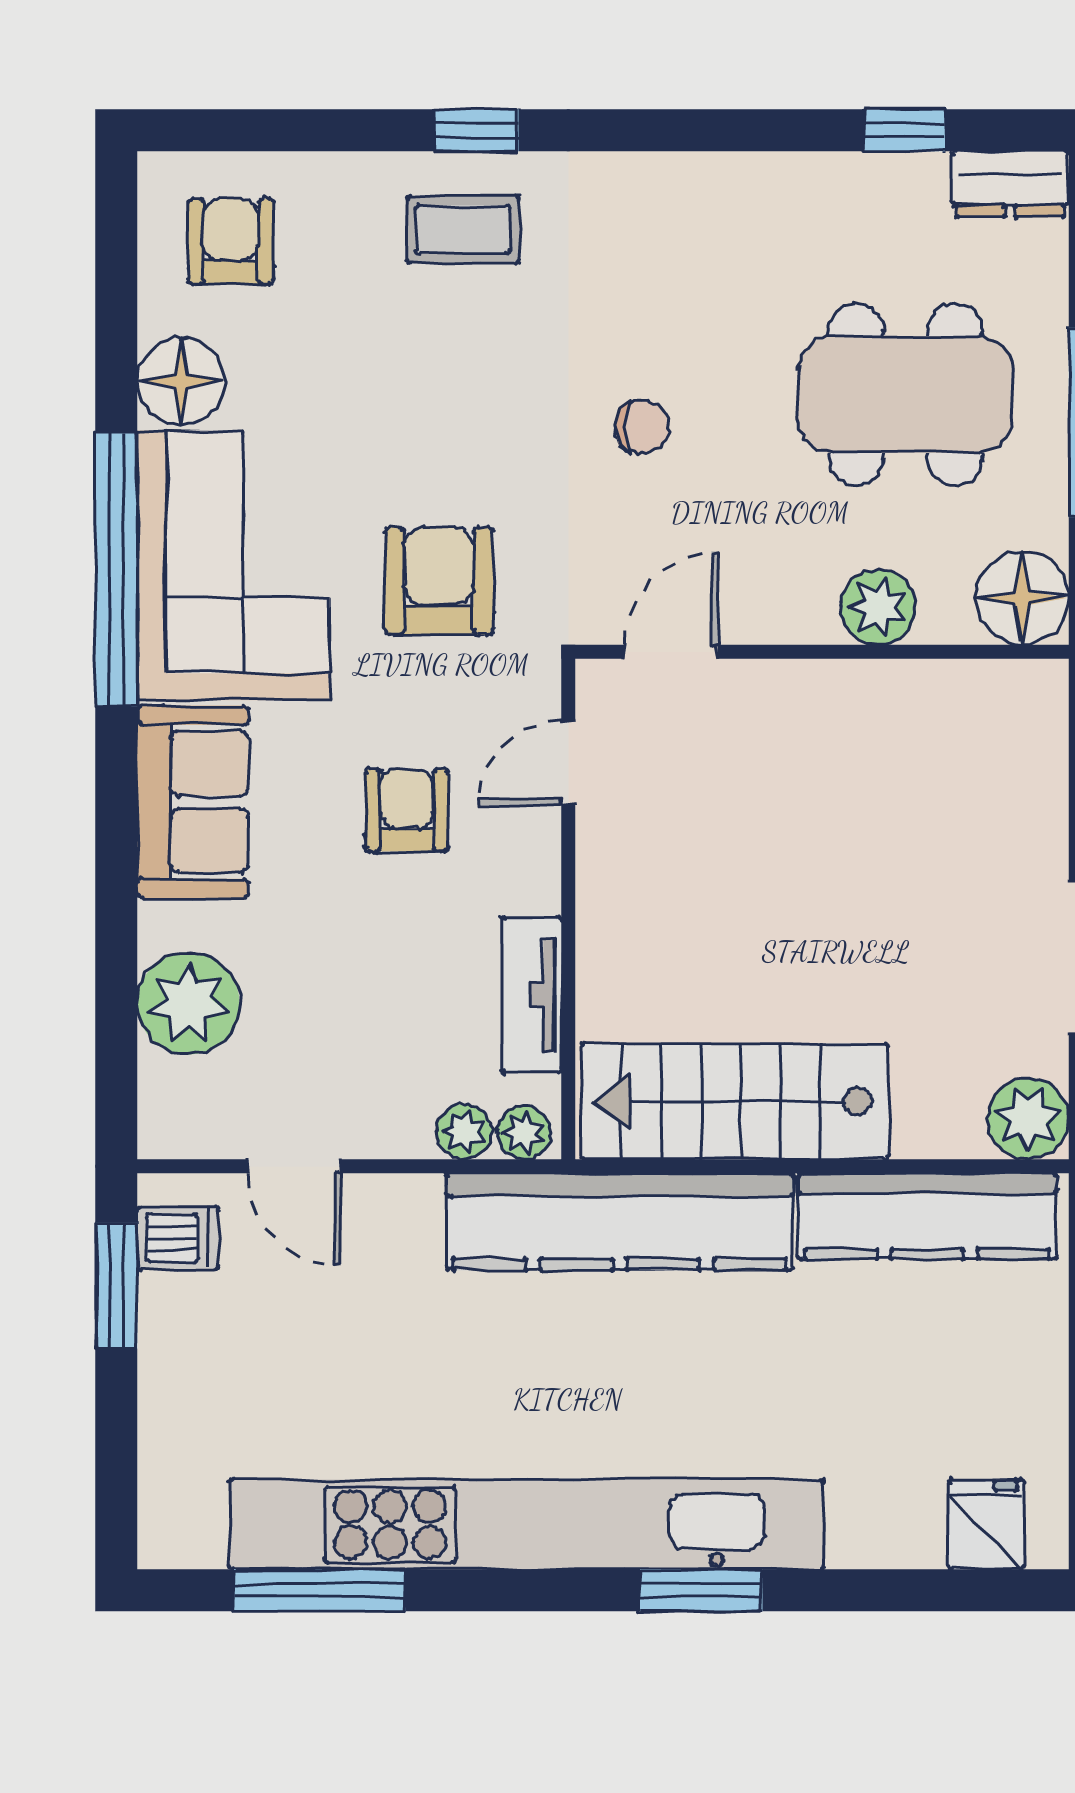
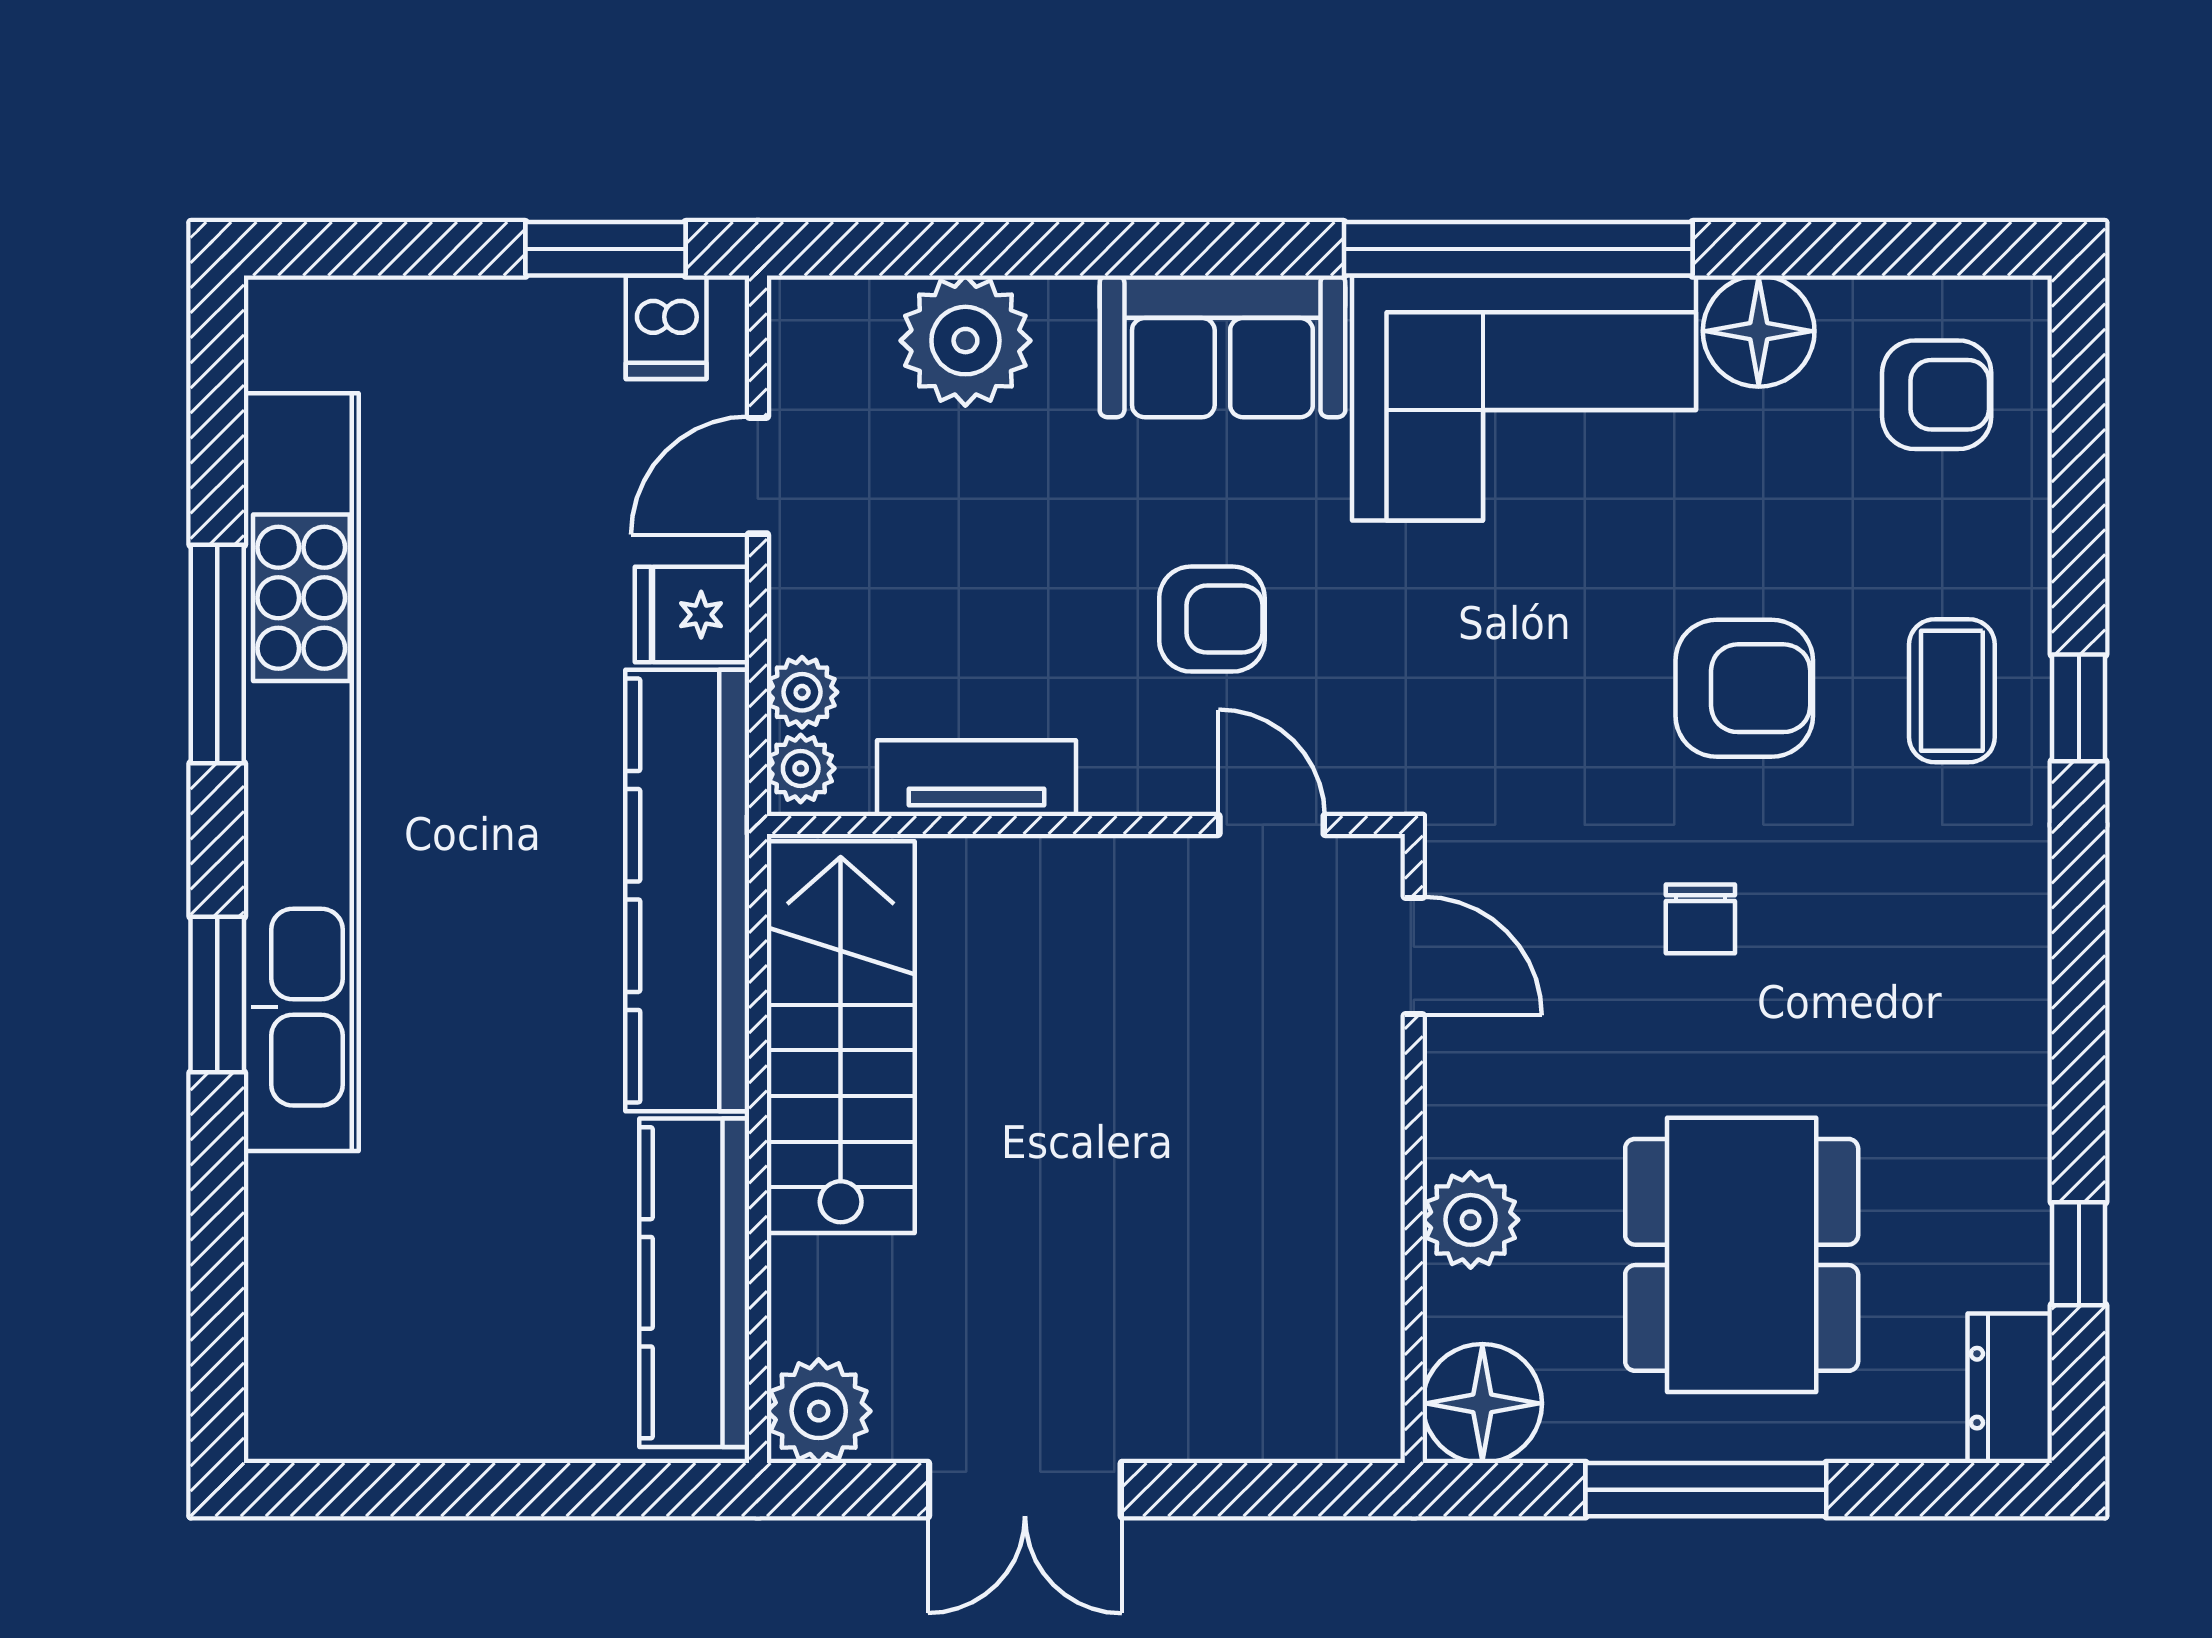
armchair: (439, 581) -> (1744, 688), moved
fridge: (986, 1525) -> (692, 615), moved, turned 180
window: (320, 1590) -> (217, 654), moved

